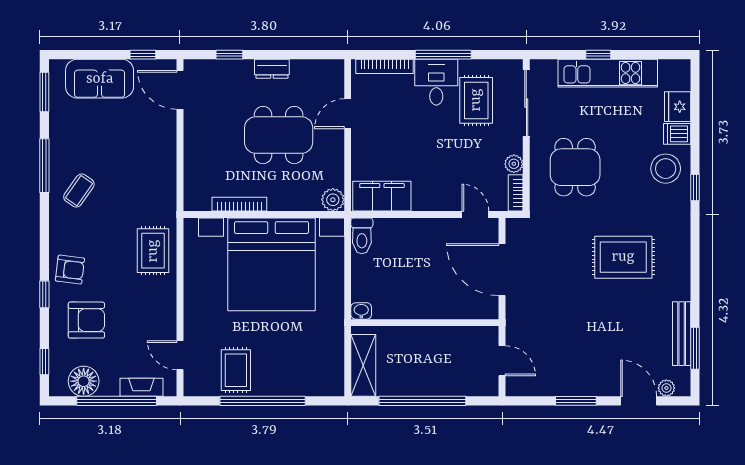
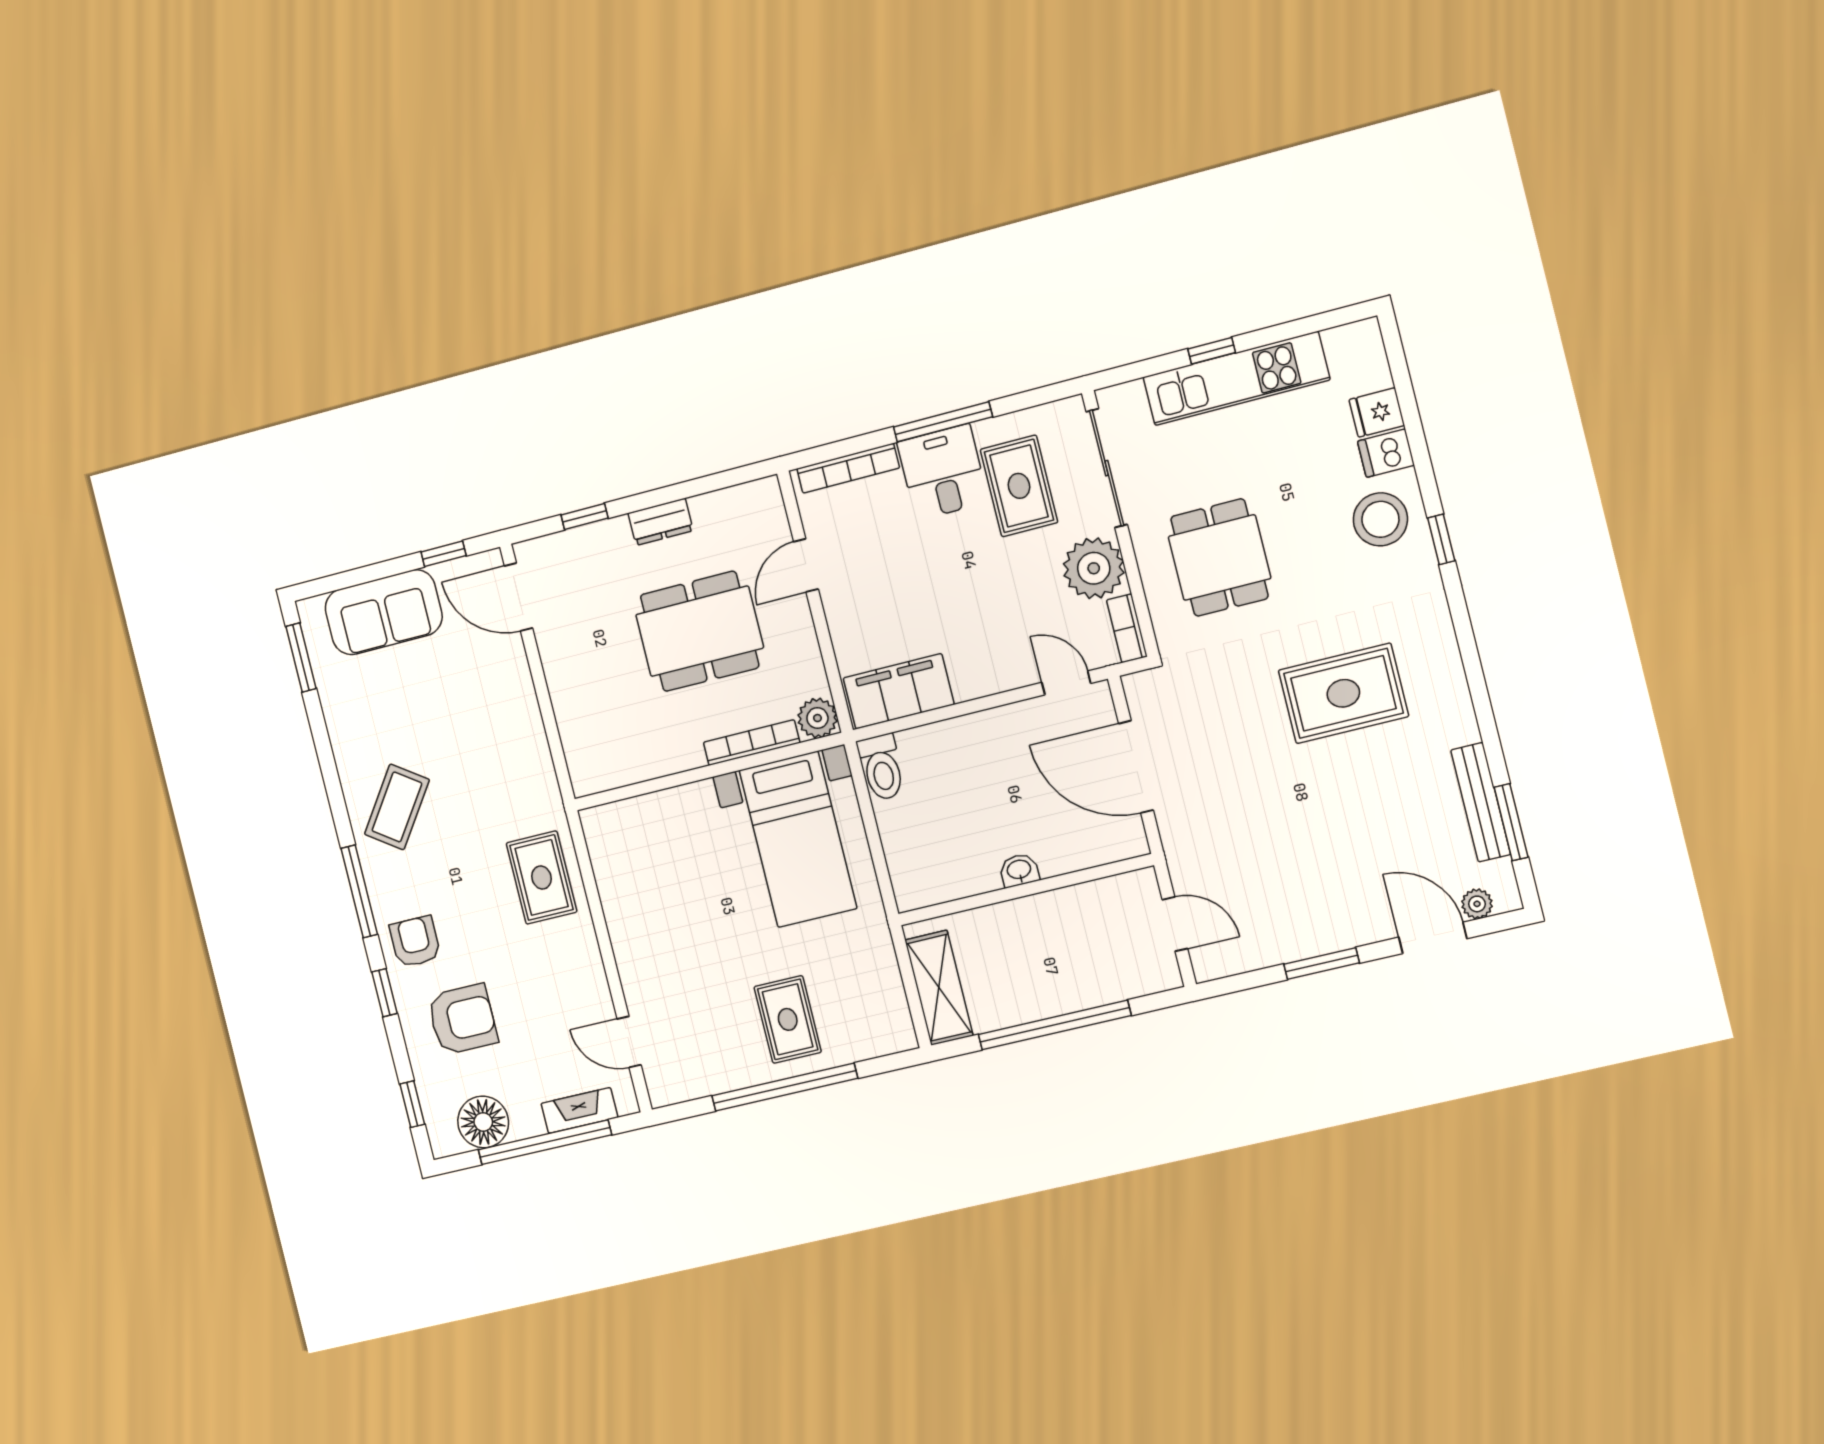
fridge: (678, 107) -> (1377, 412), width x0.72
plant: (514, 164) -> (1094, 568), width x1.87, depth x1.87
window: (44, 166) -> (359, 891), moved
coffee table: (79, 191) -> (397, 807), width x1.36, depth x1.30
bookcase: (239, 204) -> (752, 743), moved
bed with nightstands: (272, 264) -> (798, 839), width x0.54
armchair: (70, 270) -> (415, 942), turned -97
washbasin: (361, 311) -> (1019, 870), moved
rug: (236, 370) -> (788, 1019), moved

